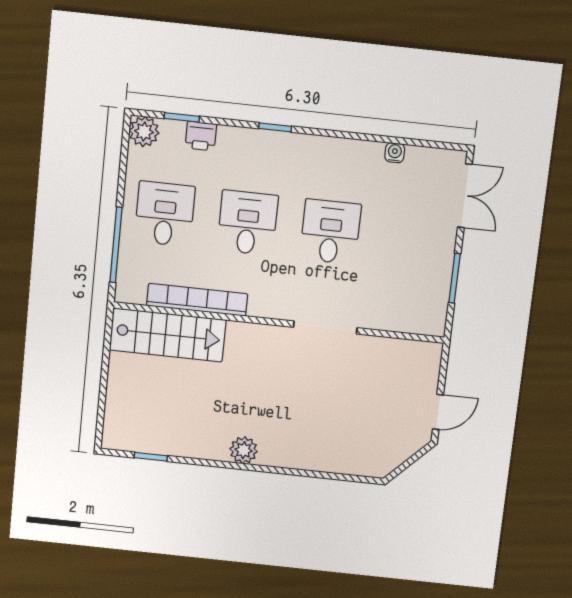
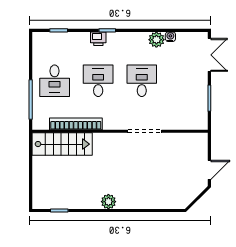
plant: (144, 132) -> (156, 40), moved
printer: (201, 136) -> (98, 39), moved
desk: (165, 214) -> (55, 81), turned 180

